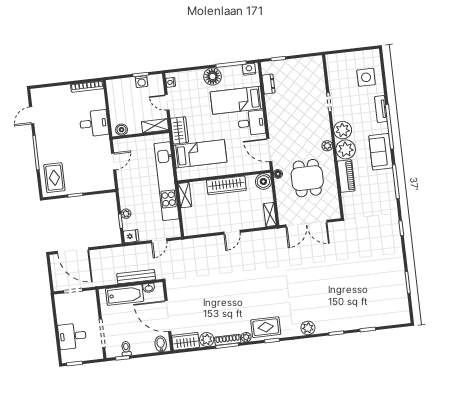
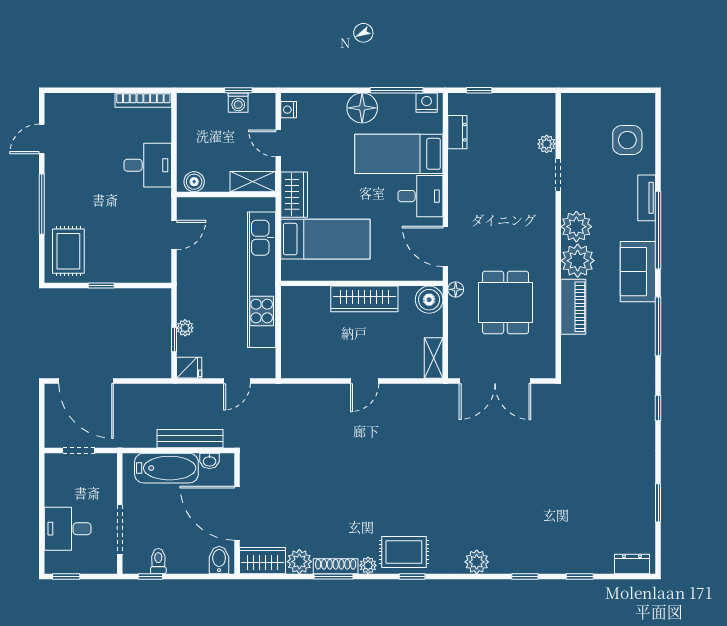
plant: (327, 146) -> (547, 144), moved
shelving: (185, 195) -> (290, 307), removed
dresser: (397, 319) -> (632, 564), added

